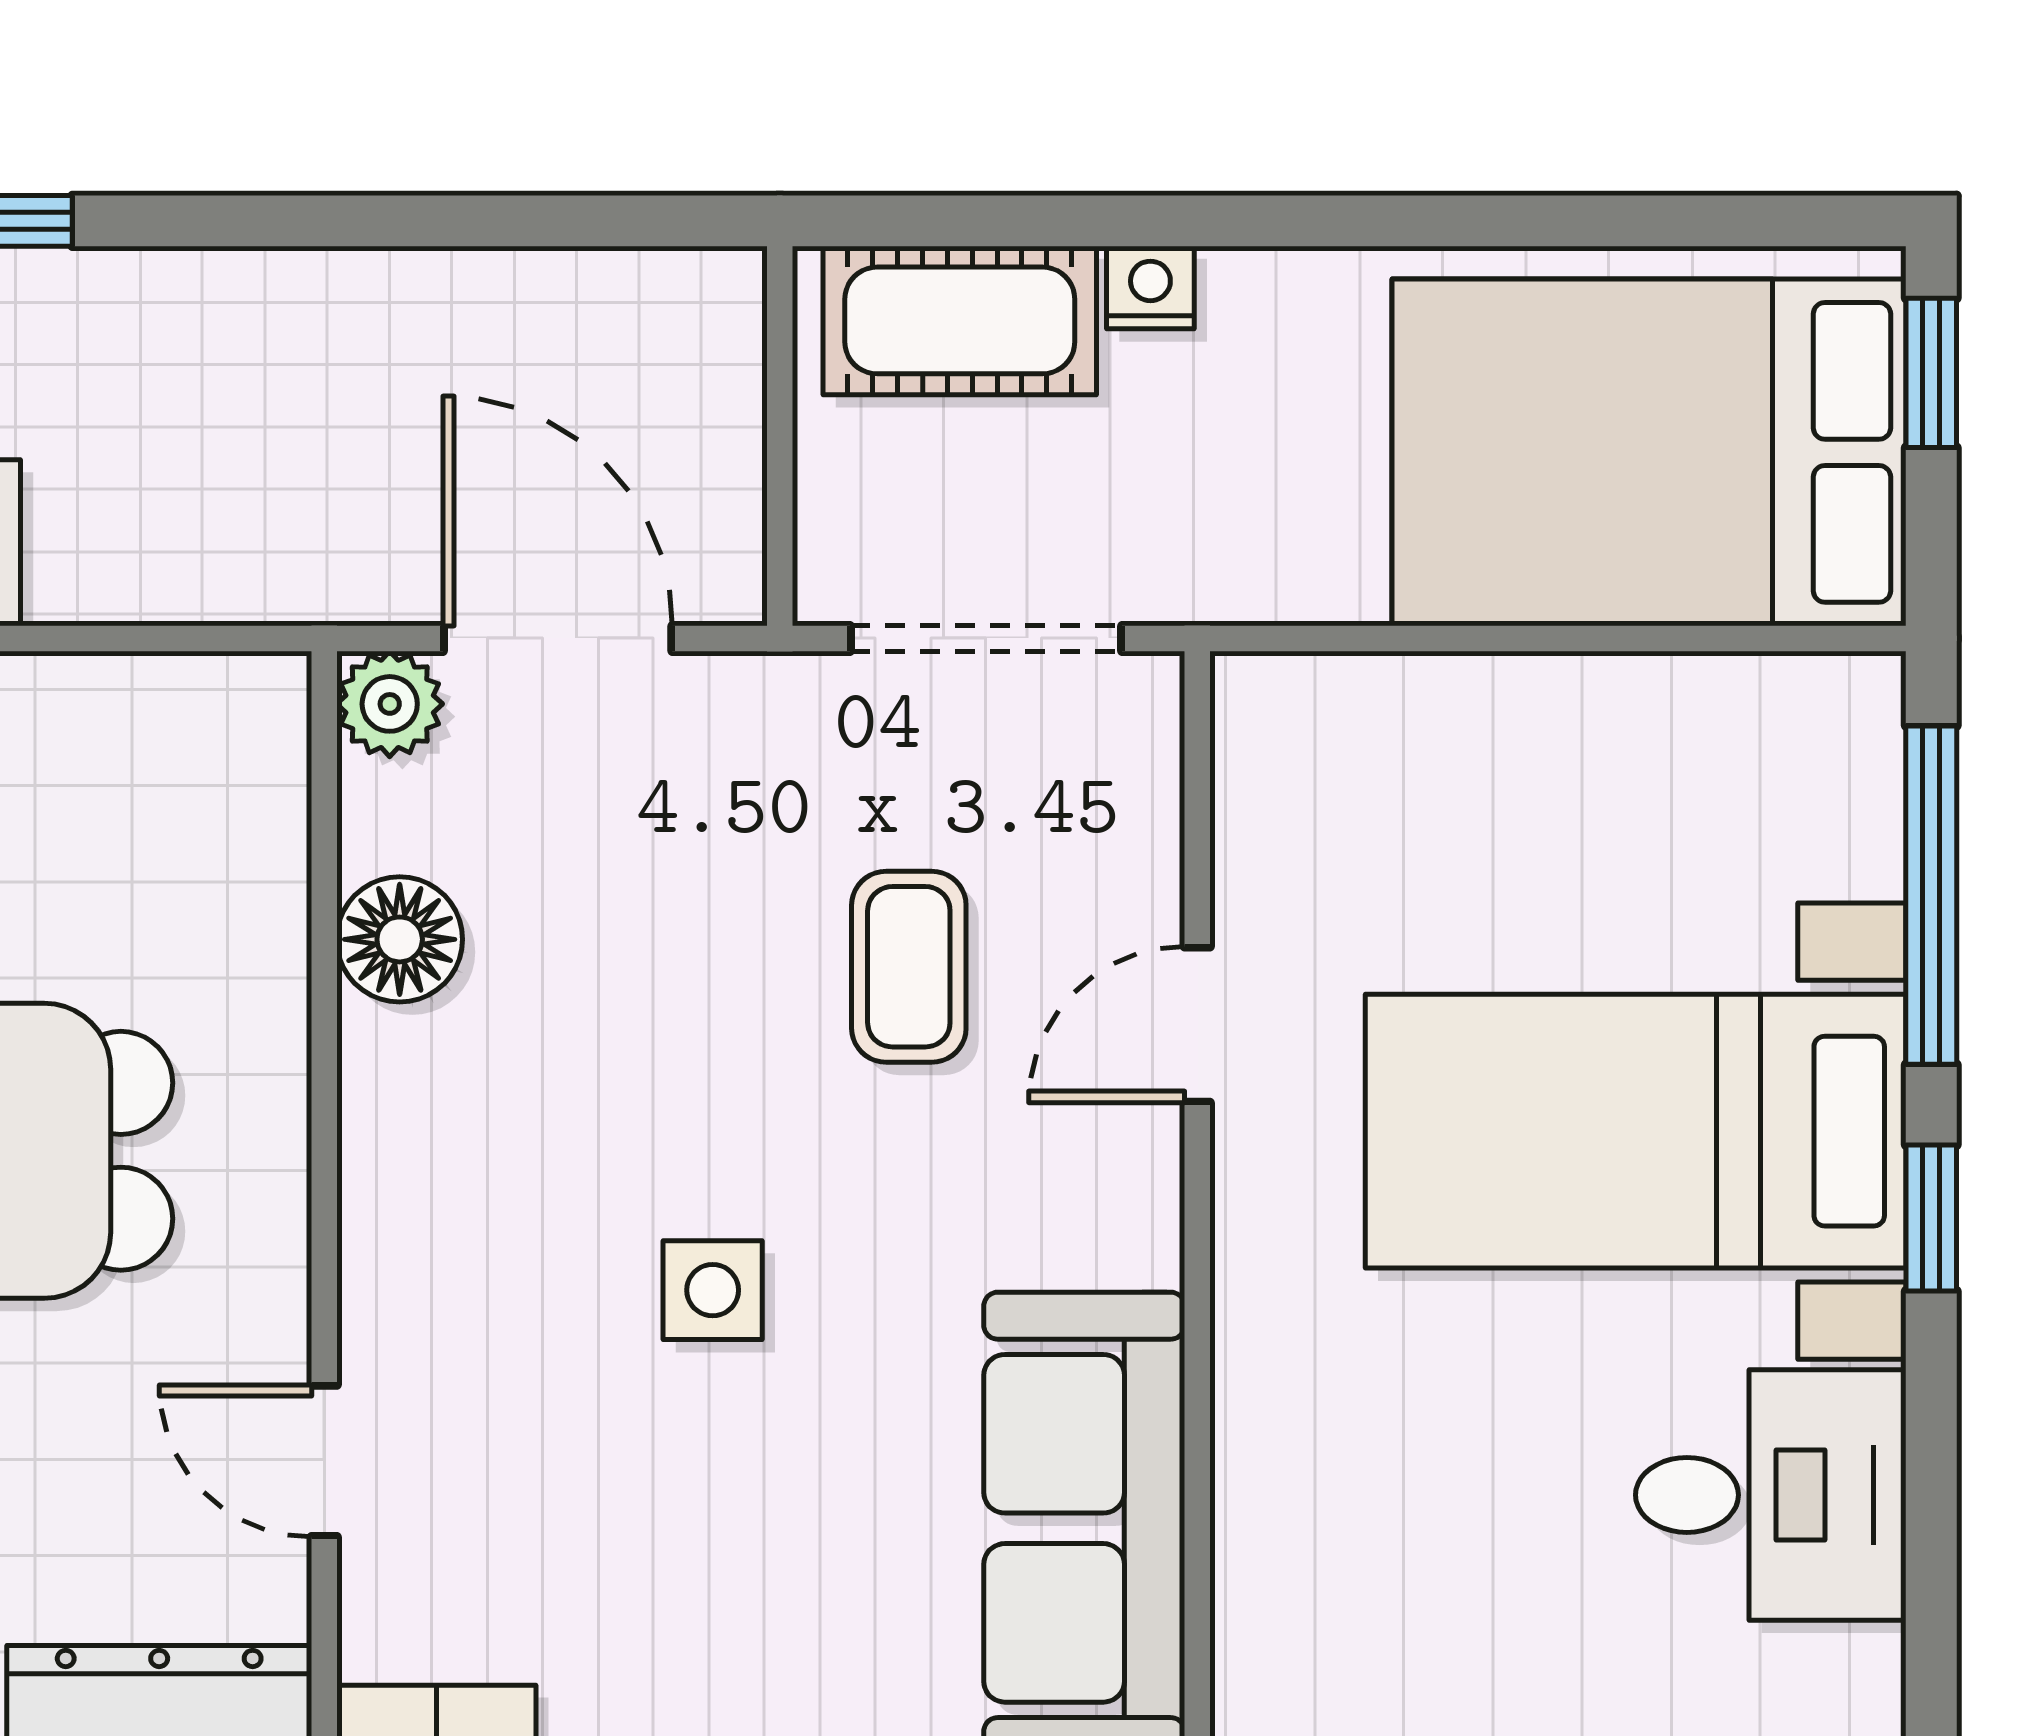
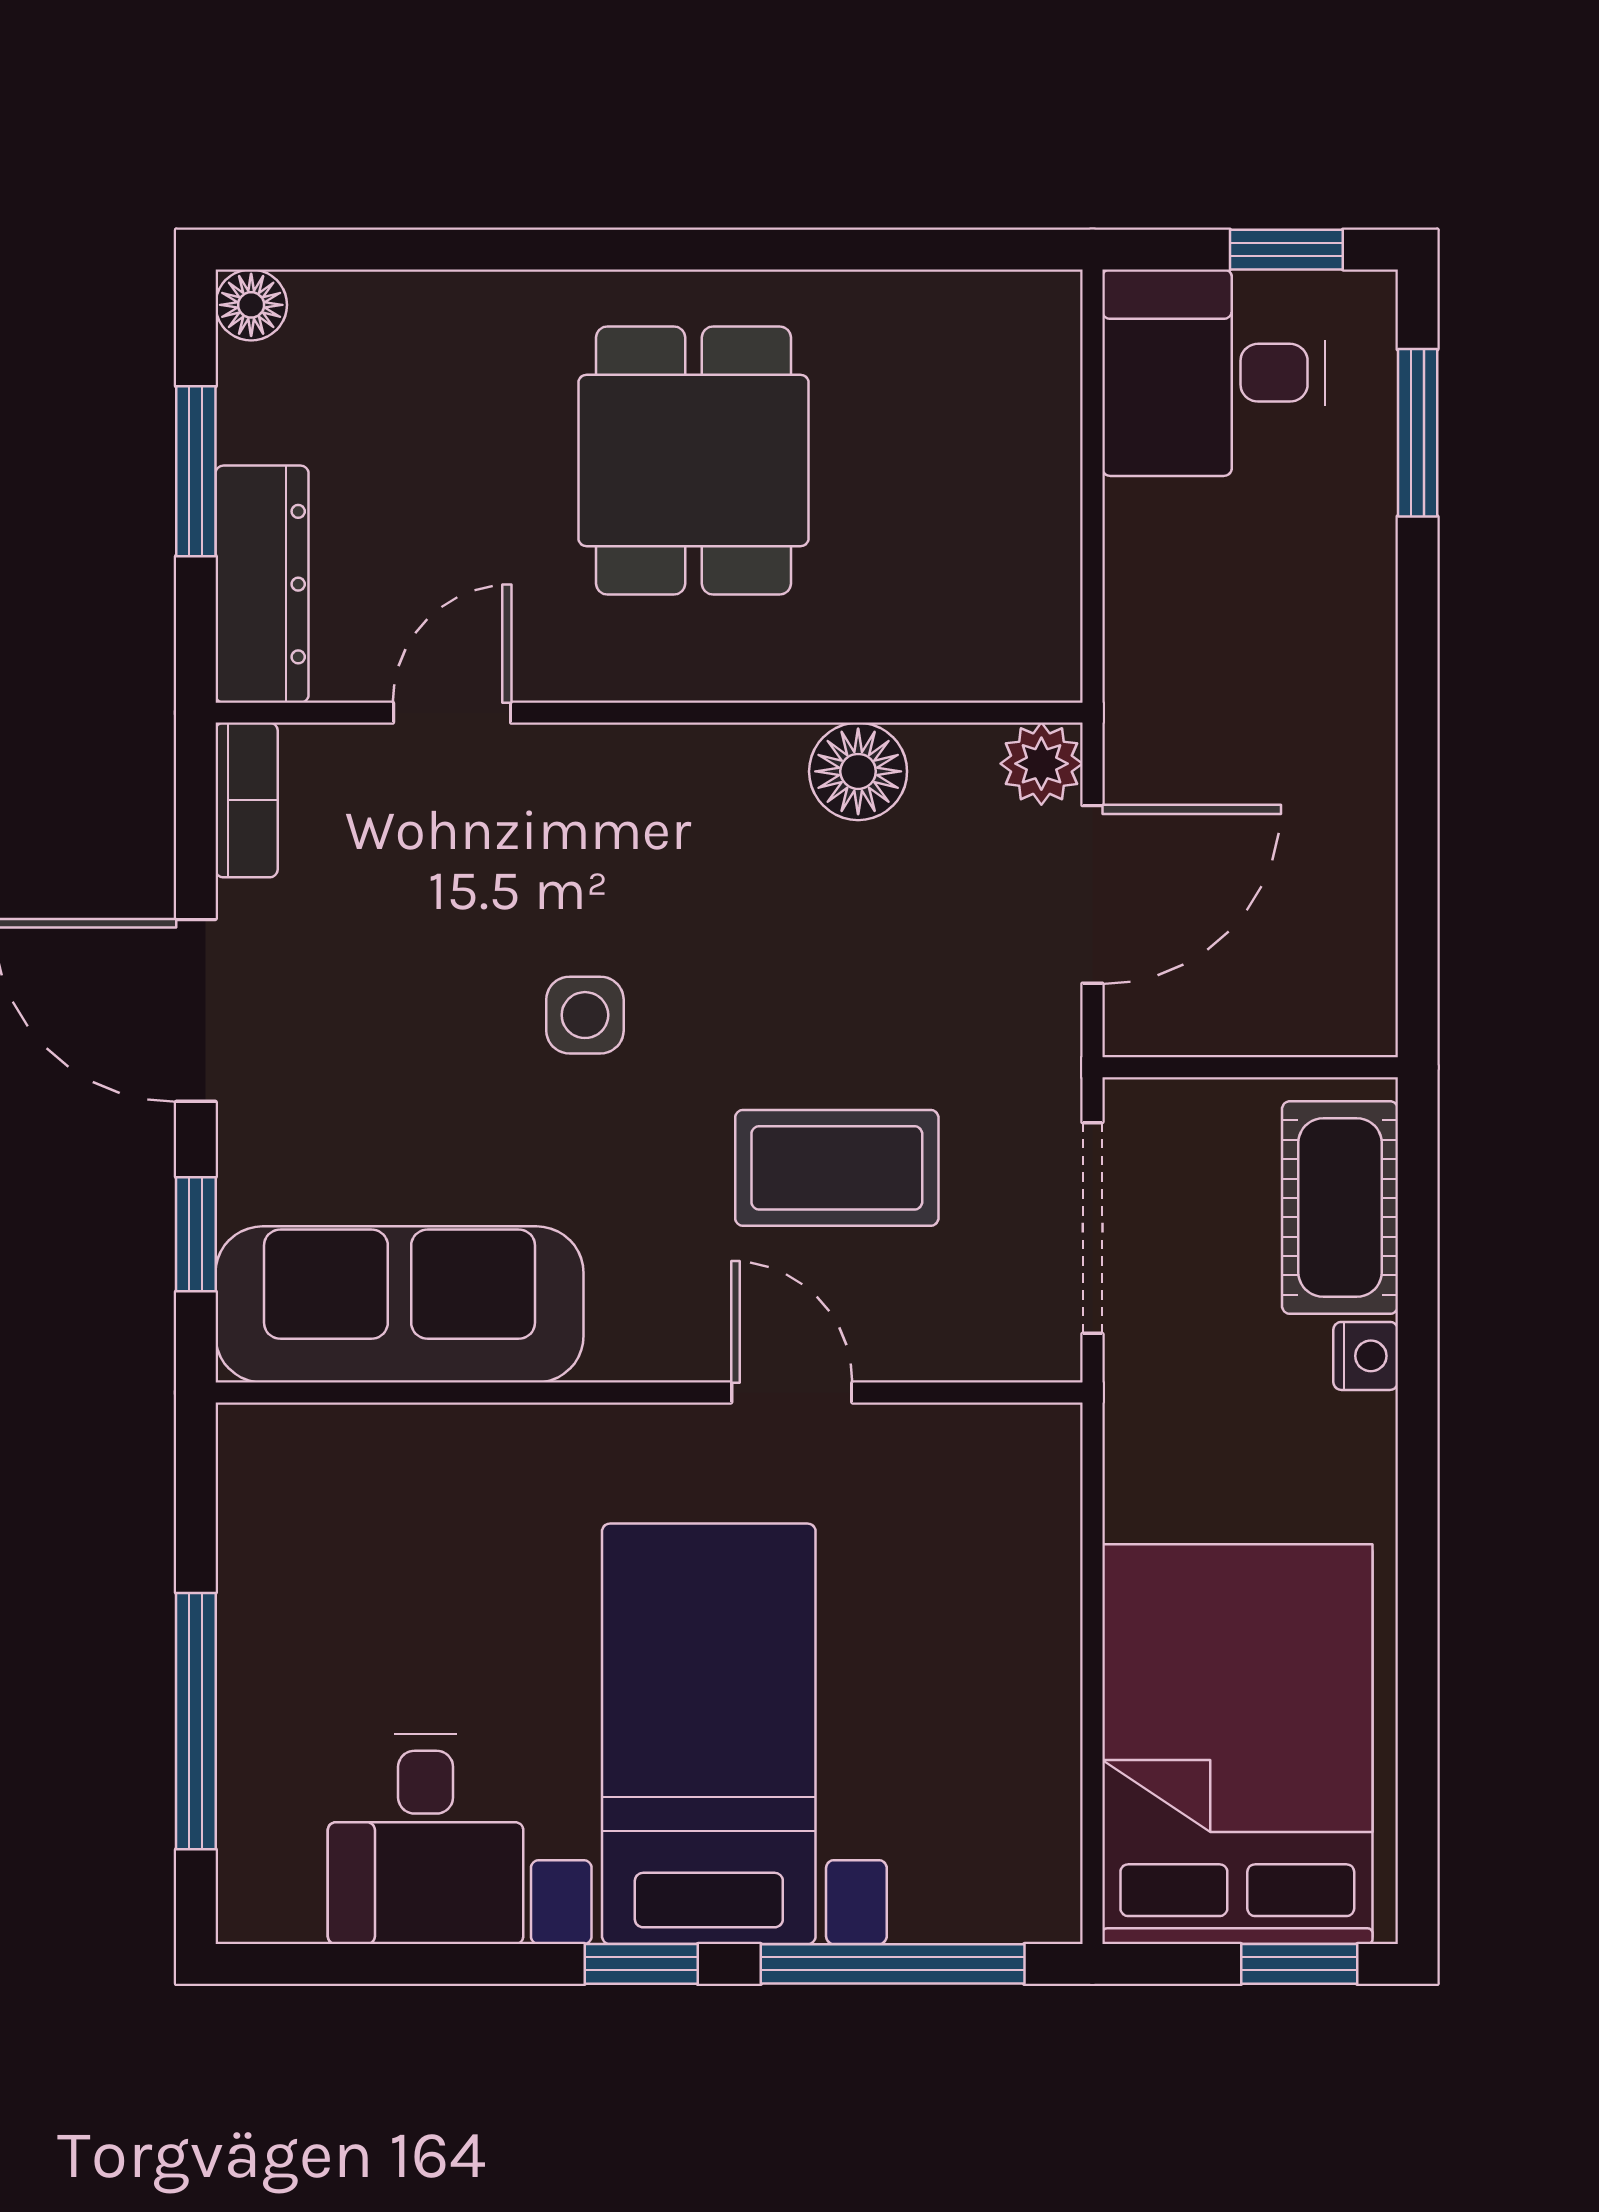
coffee table: (909, 967) -> (837, 1168), width x1.36, depth x1.30

